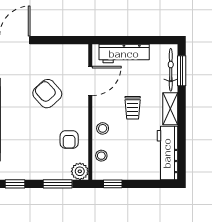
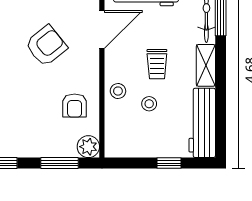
armchair: (47, 94) -> (46, 46), turned 93
stool: (101, 156) -> (149, 104), moved
window: (113, 184) -> (169, 163), moved

